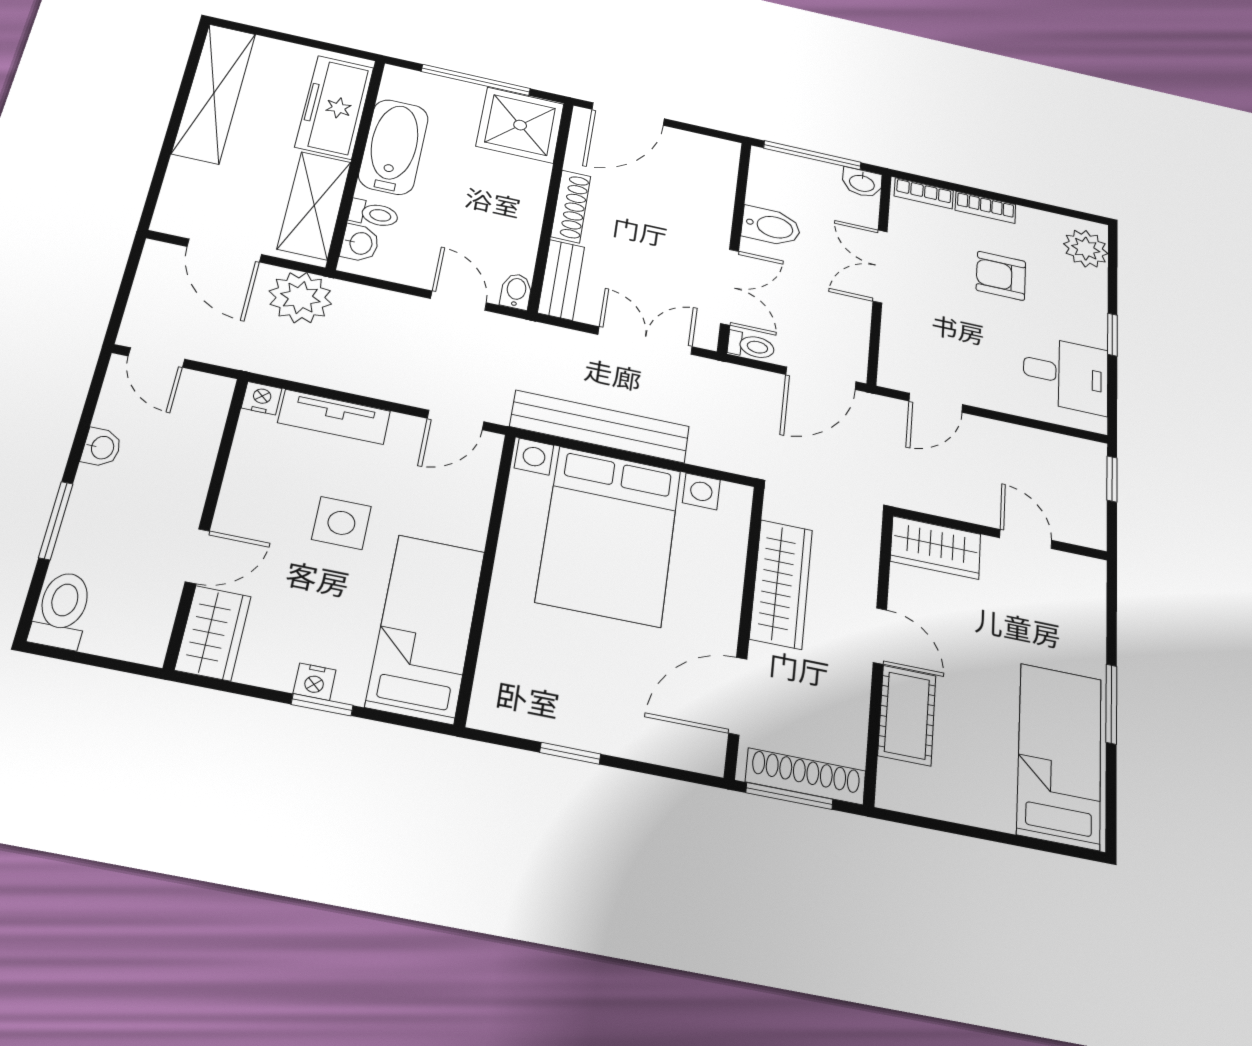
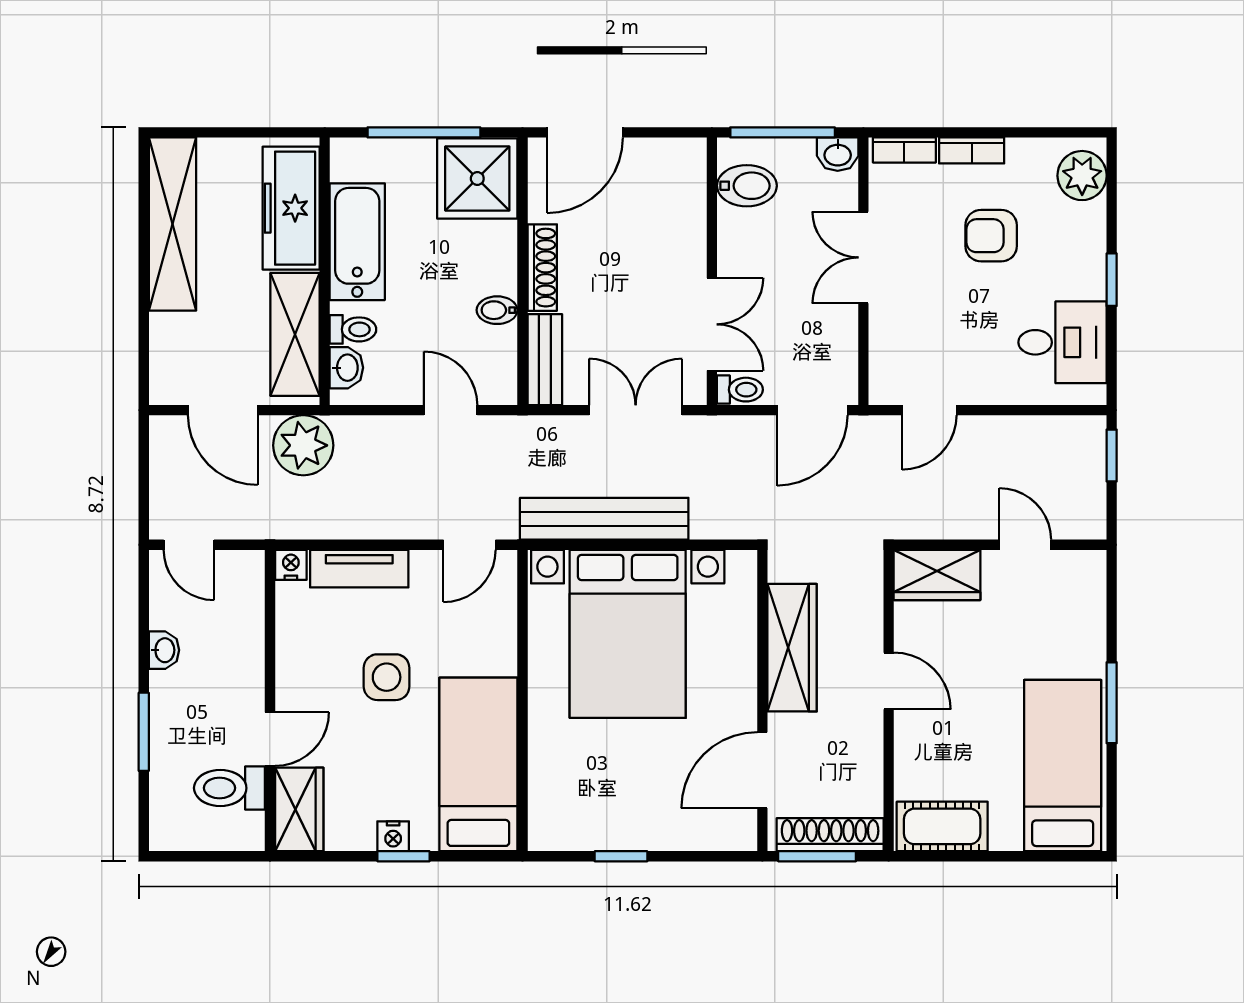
bidet: (771, 226) -> (747, 186), moved
bidet: (516, 291) -> (497, 310), moved, turned -90
toilet: (62, 610) -> (229, 788), moved, turned -90
cot: (907, 715) -> (942, 826), moved, turned 90

